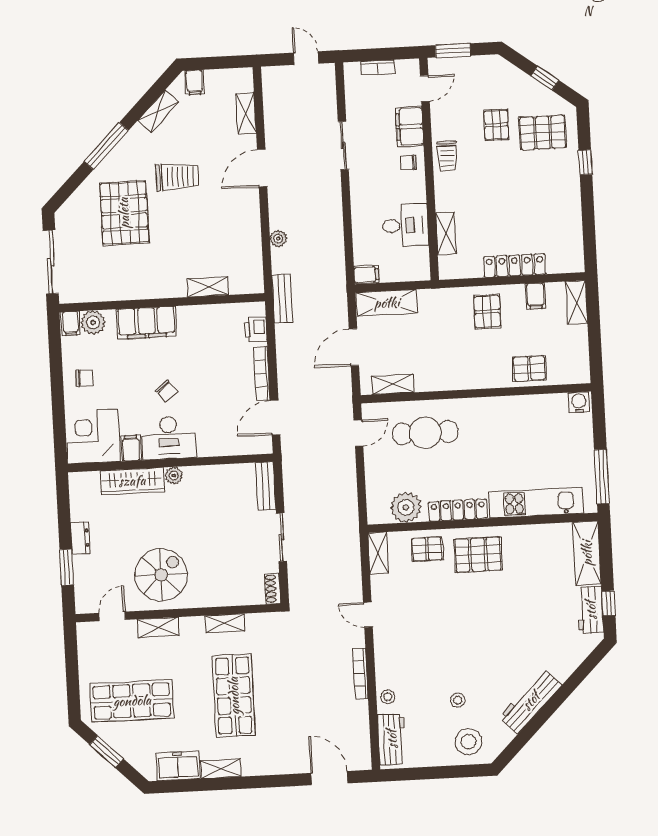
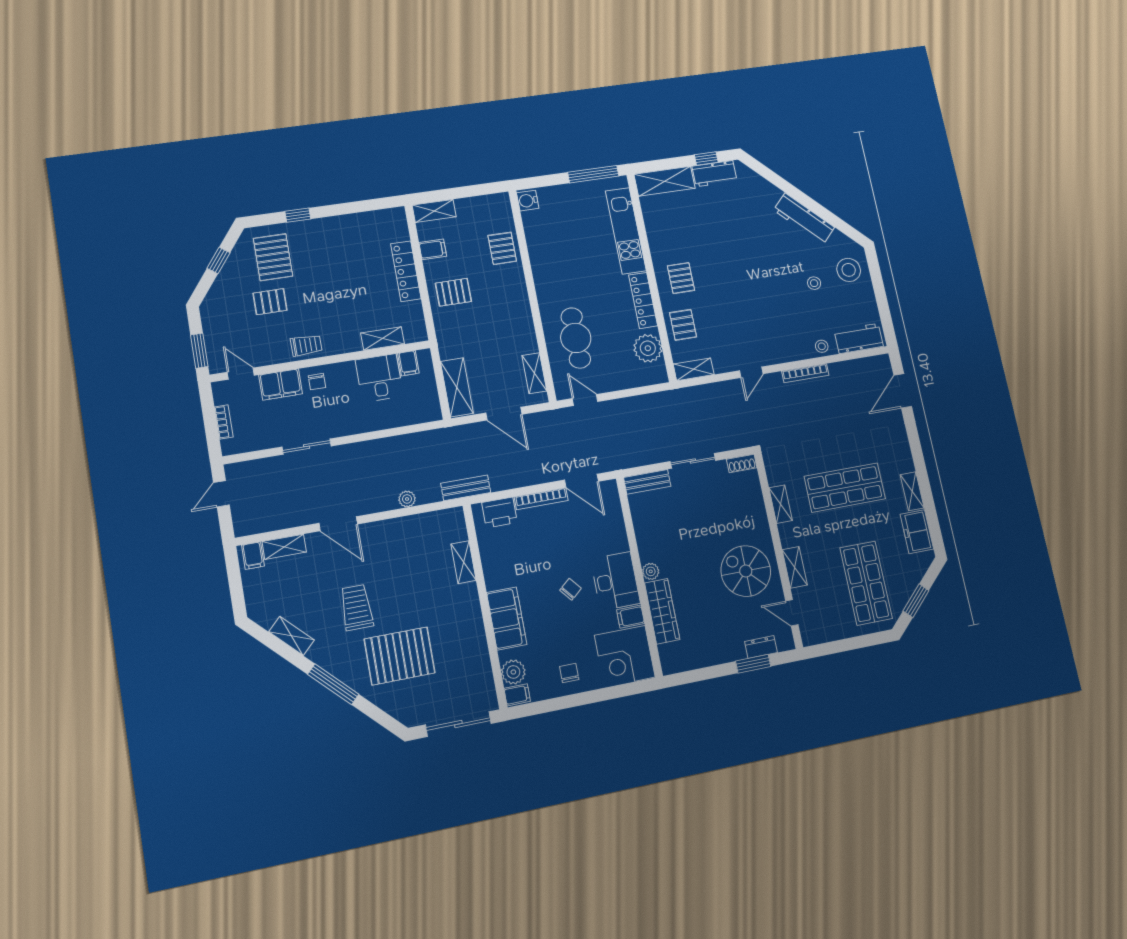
filing cabinet: (194, 82) -> (253, 556), moved, turned 90
filing cabinet: (366, 275) -> (408, 363), moved, turned 180
printer: (256, 329) -> (499, 513), width x1.36, depth x1.24
dresser: (80, 538) -> (761, 647), moved
pallet: (478, 555) -> (681, 278), width x0.67, depth x0.71

